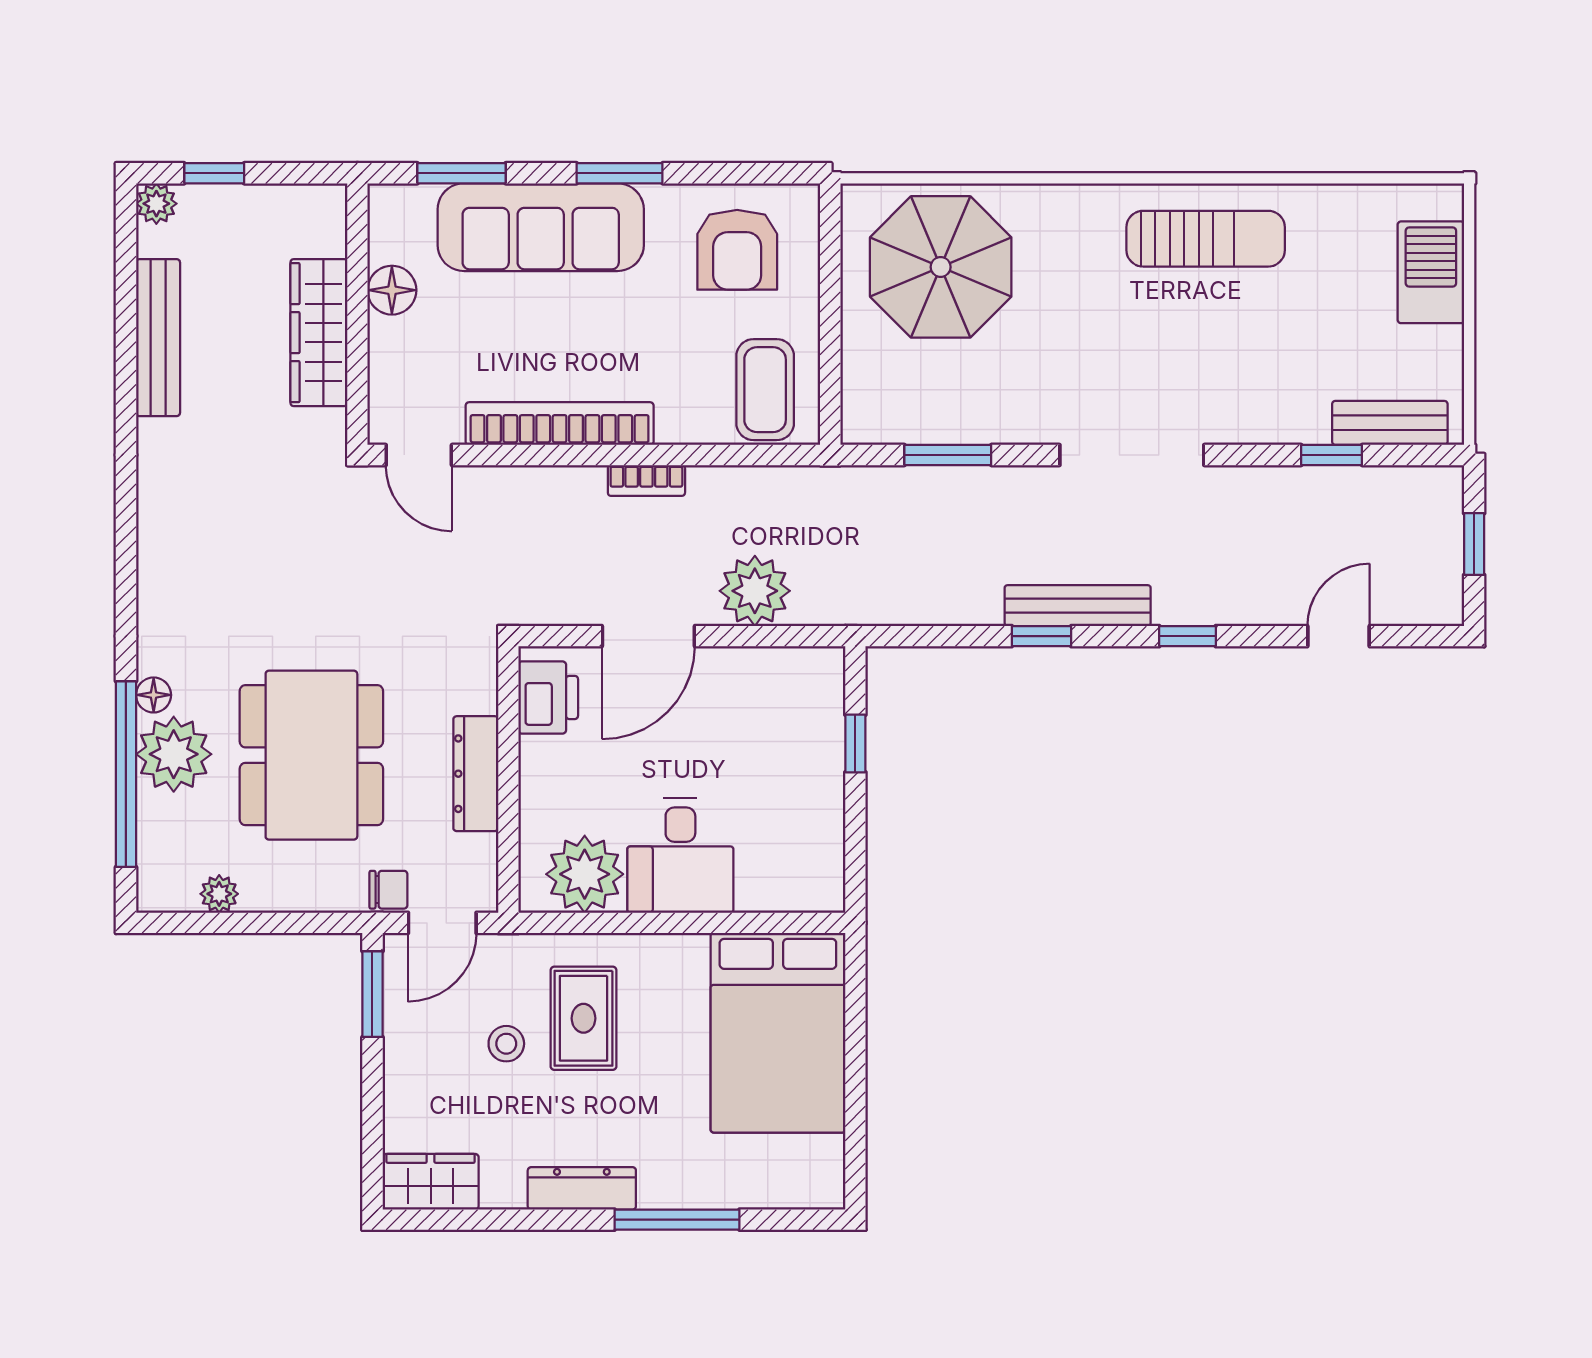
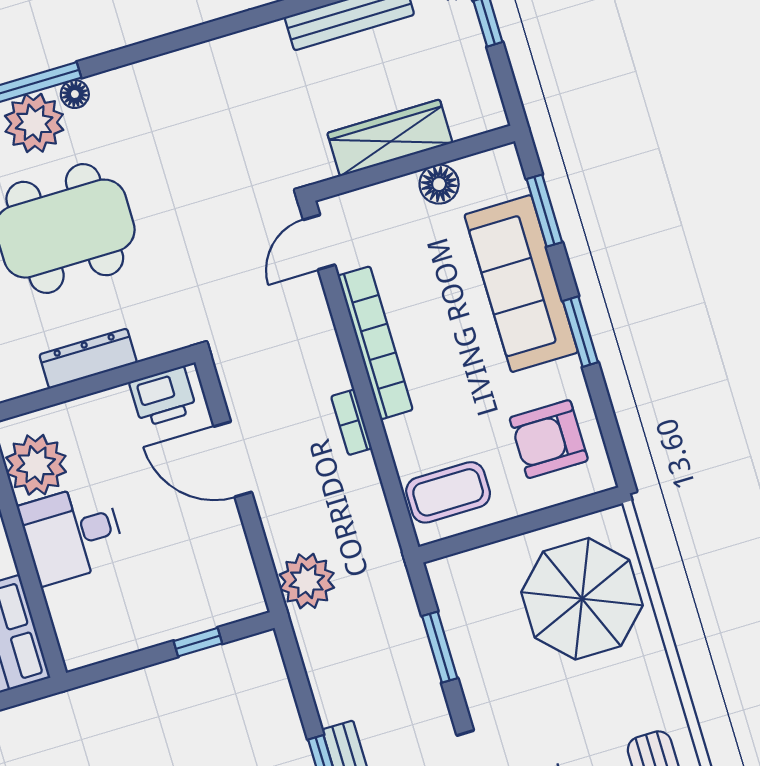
plant: (755, 591) -> (307, 581), moved

